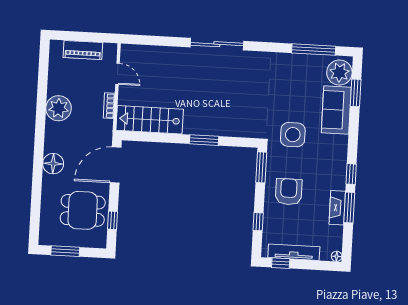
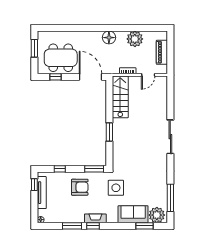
plant: (59, 108) -> (135, 39), moved
floor lamp: (53, 164) -> (109, 38), moved
fireplace: (337, 208) -> (95, 218), moved
dining table: (83, 210) -> (61, 58), width x1.38

